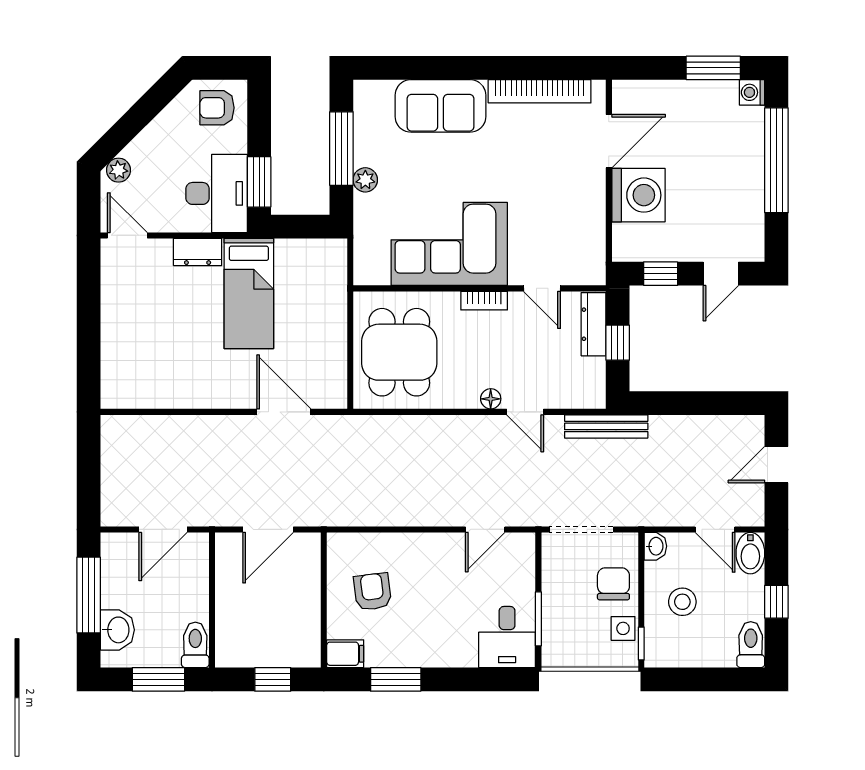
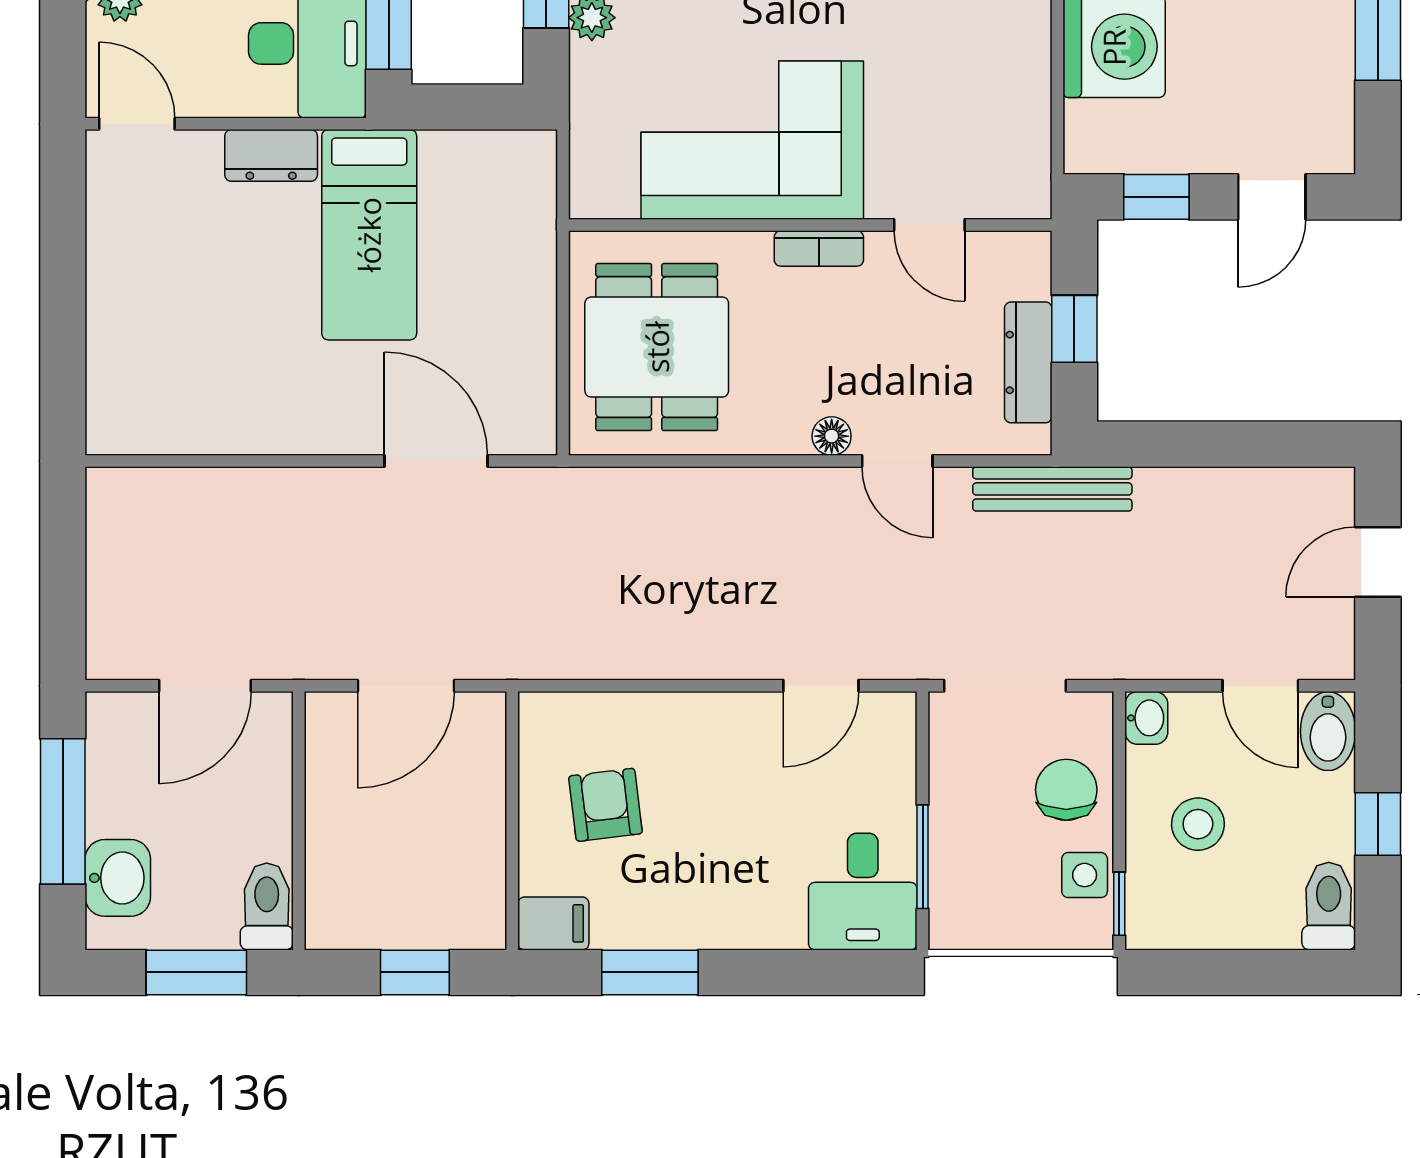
dresser: (594, 324) -> (1028, 362), moved

